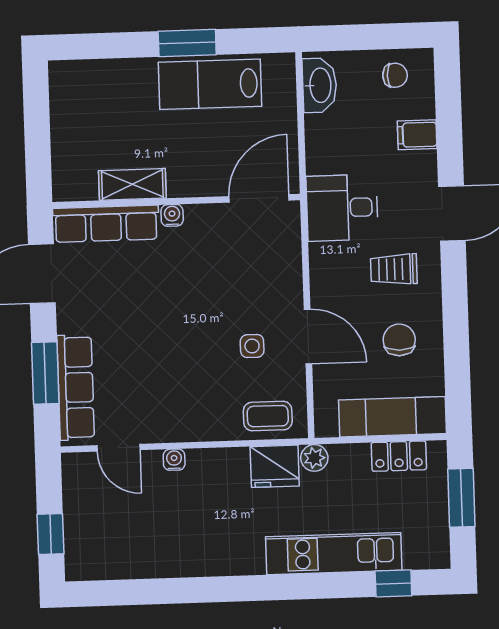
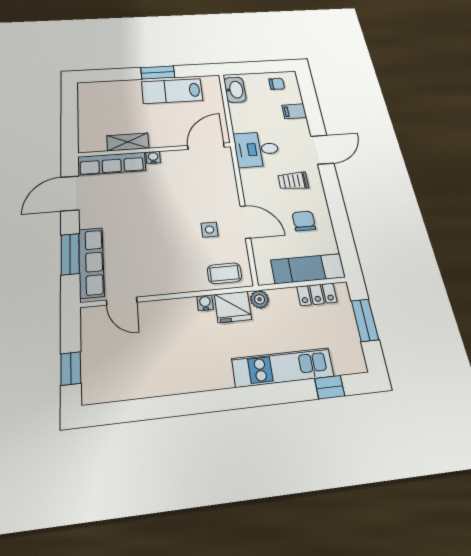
water cooler: (174, 460) -> (205, 303), moved

